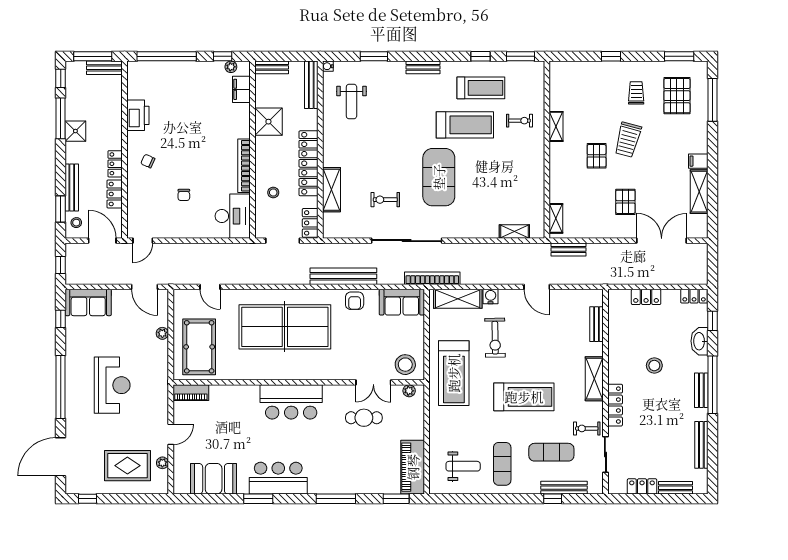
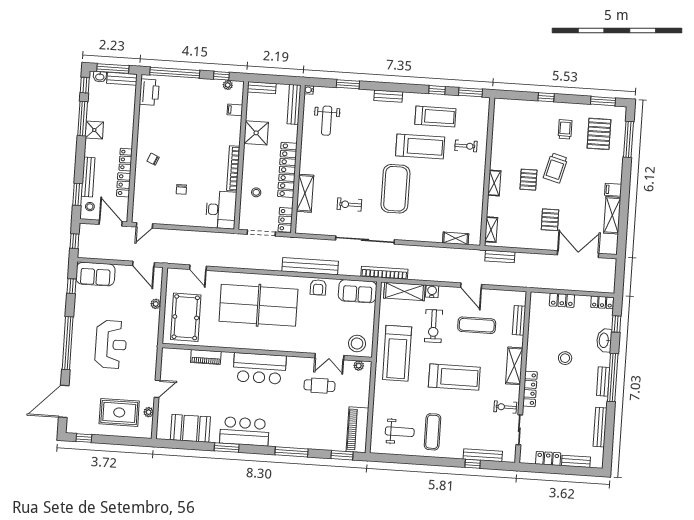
washbasin: (78, 67) -> (100, 77), added
filing cabinet: (241, 89) -> (235, 110), width x0.50
printer: (138, 115) -> (149, 92), moved
shelving: (556, 126) -> (494, 183), moved
piano: (191, 393) -> (206, 357), moved
exercise mat: (551, 452) -> (477, 325), moved

